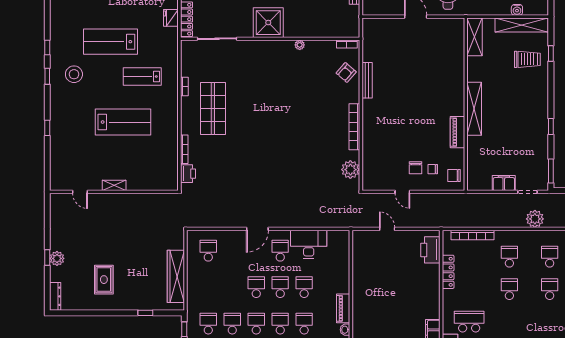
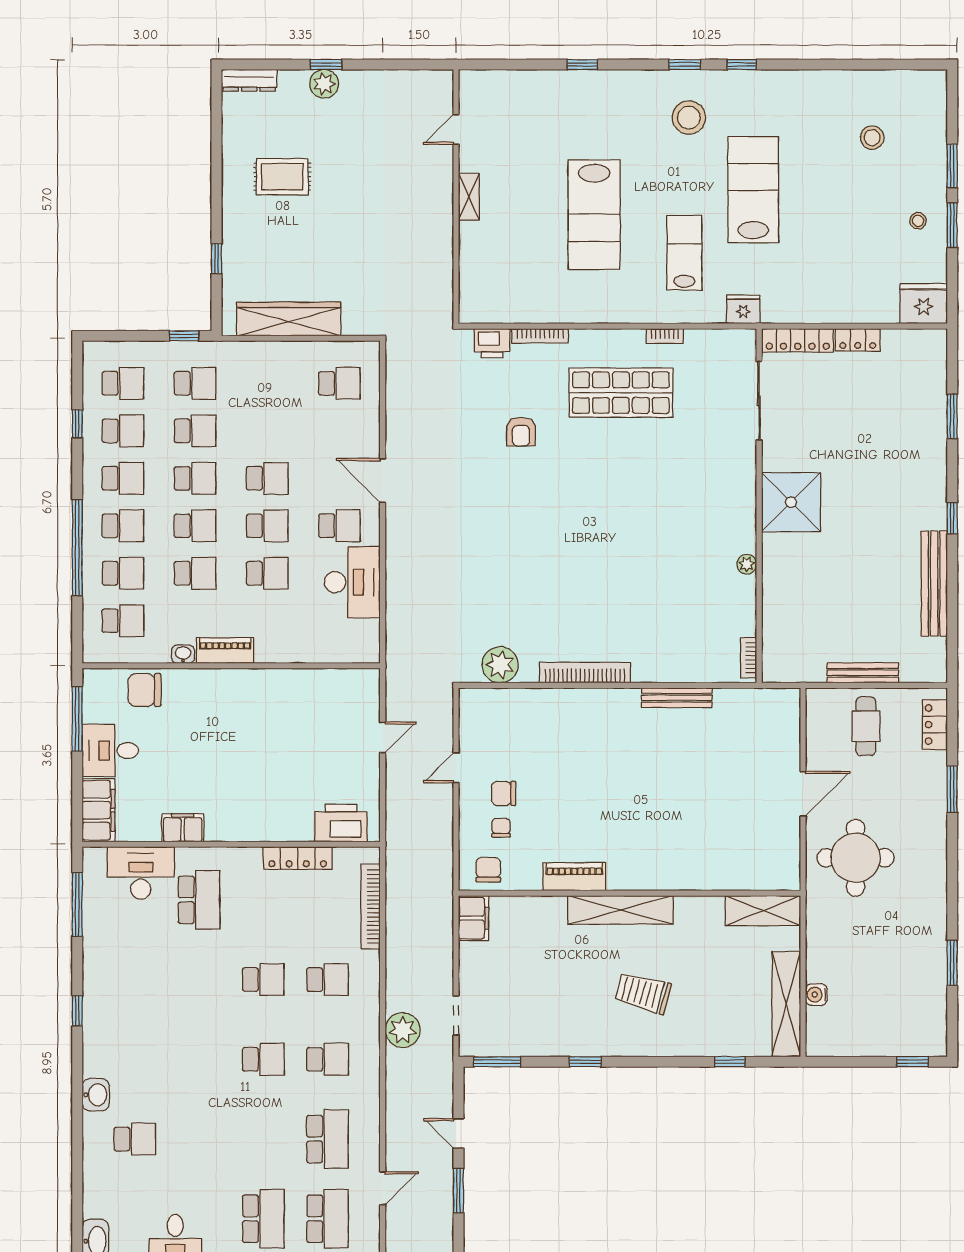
fridge: (171, 18) -> (743, 309), moved
trolley: (527, 59) -> (643, 993), moved, turned 105
armchair: (346, 72) -> (521, 432), moved, turned -131
filing cabinet: (504, 183) -> (474, 918), moved

